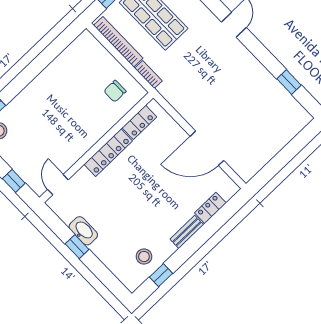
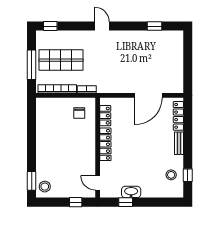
locker: (210, 208) -> (178, 116), width x1.53
window: (77, 247) -> (126, 202), moved

